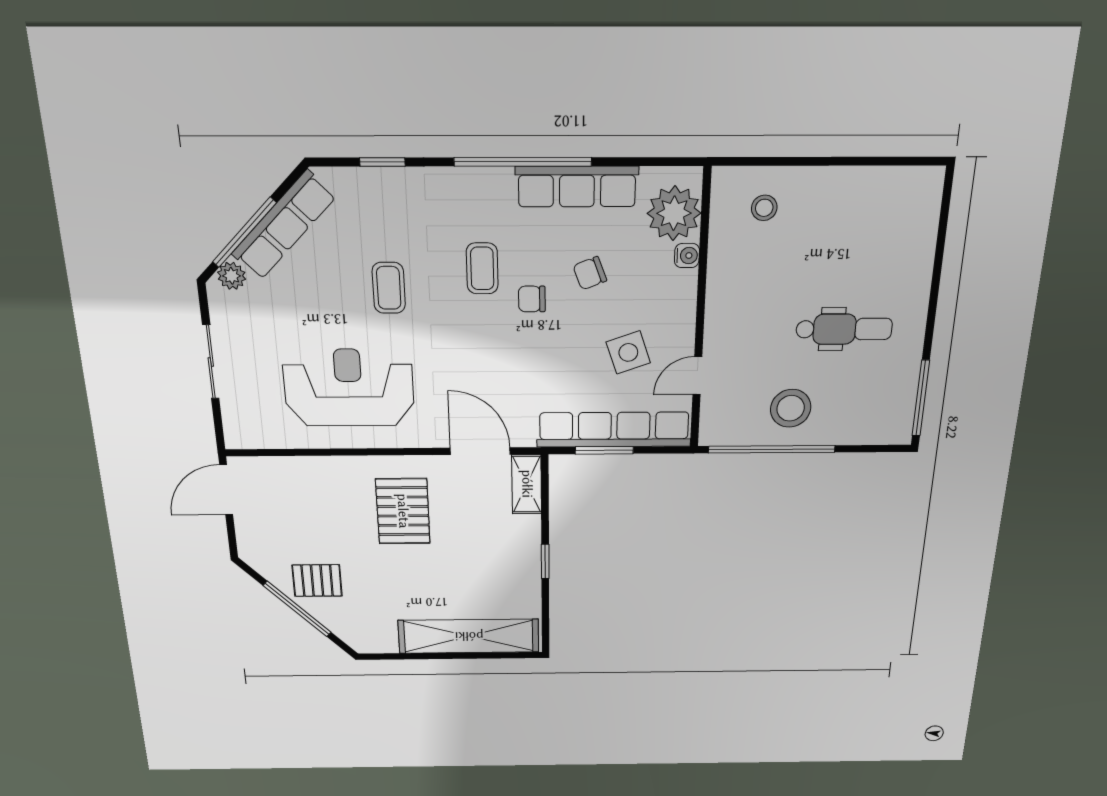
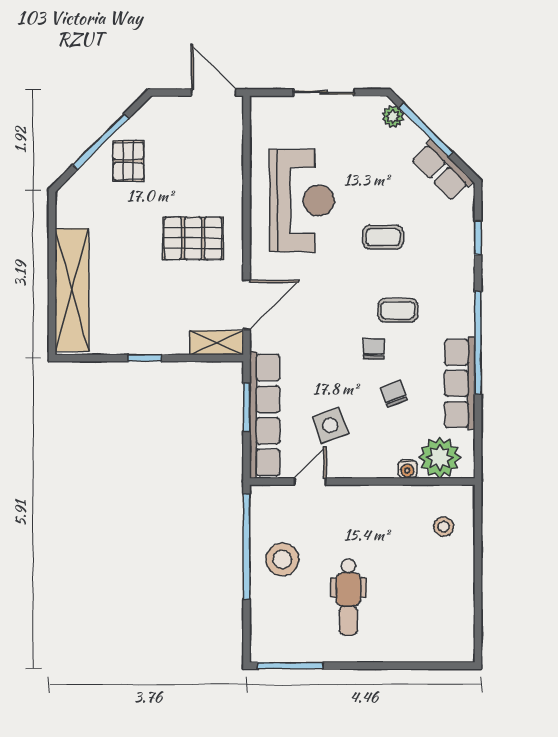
row of seats: (284, 225) -> (442, 170), width x0.68
door: (697, 376) -> (310, 482), hinge flipped

